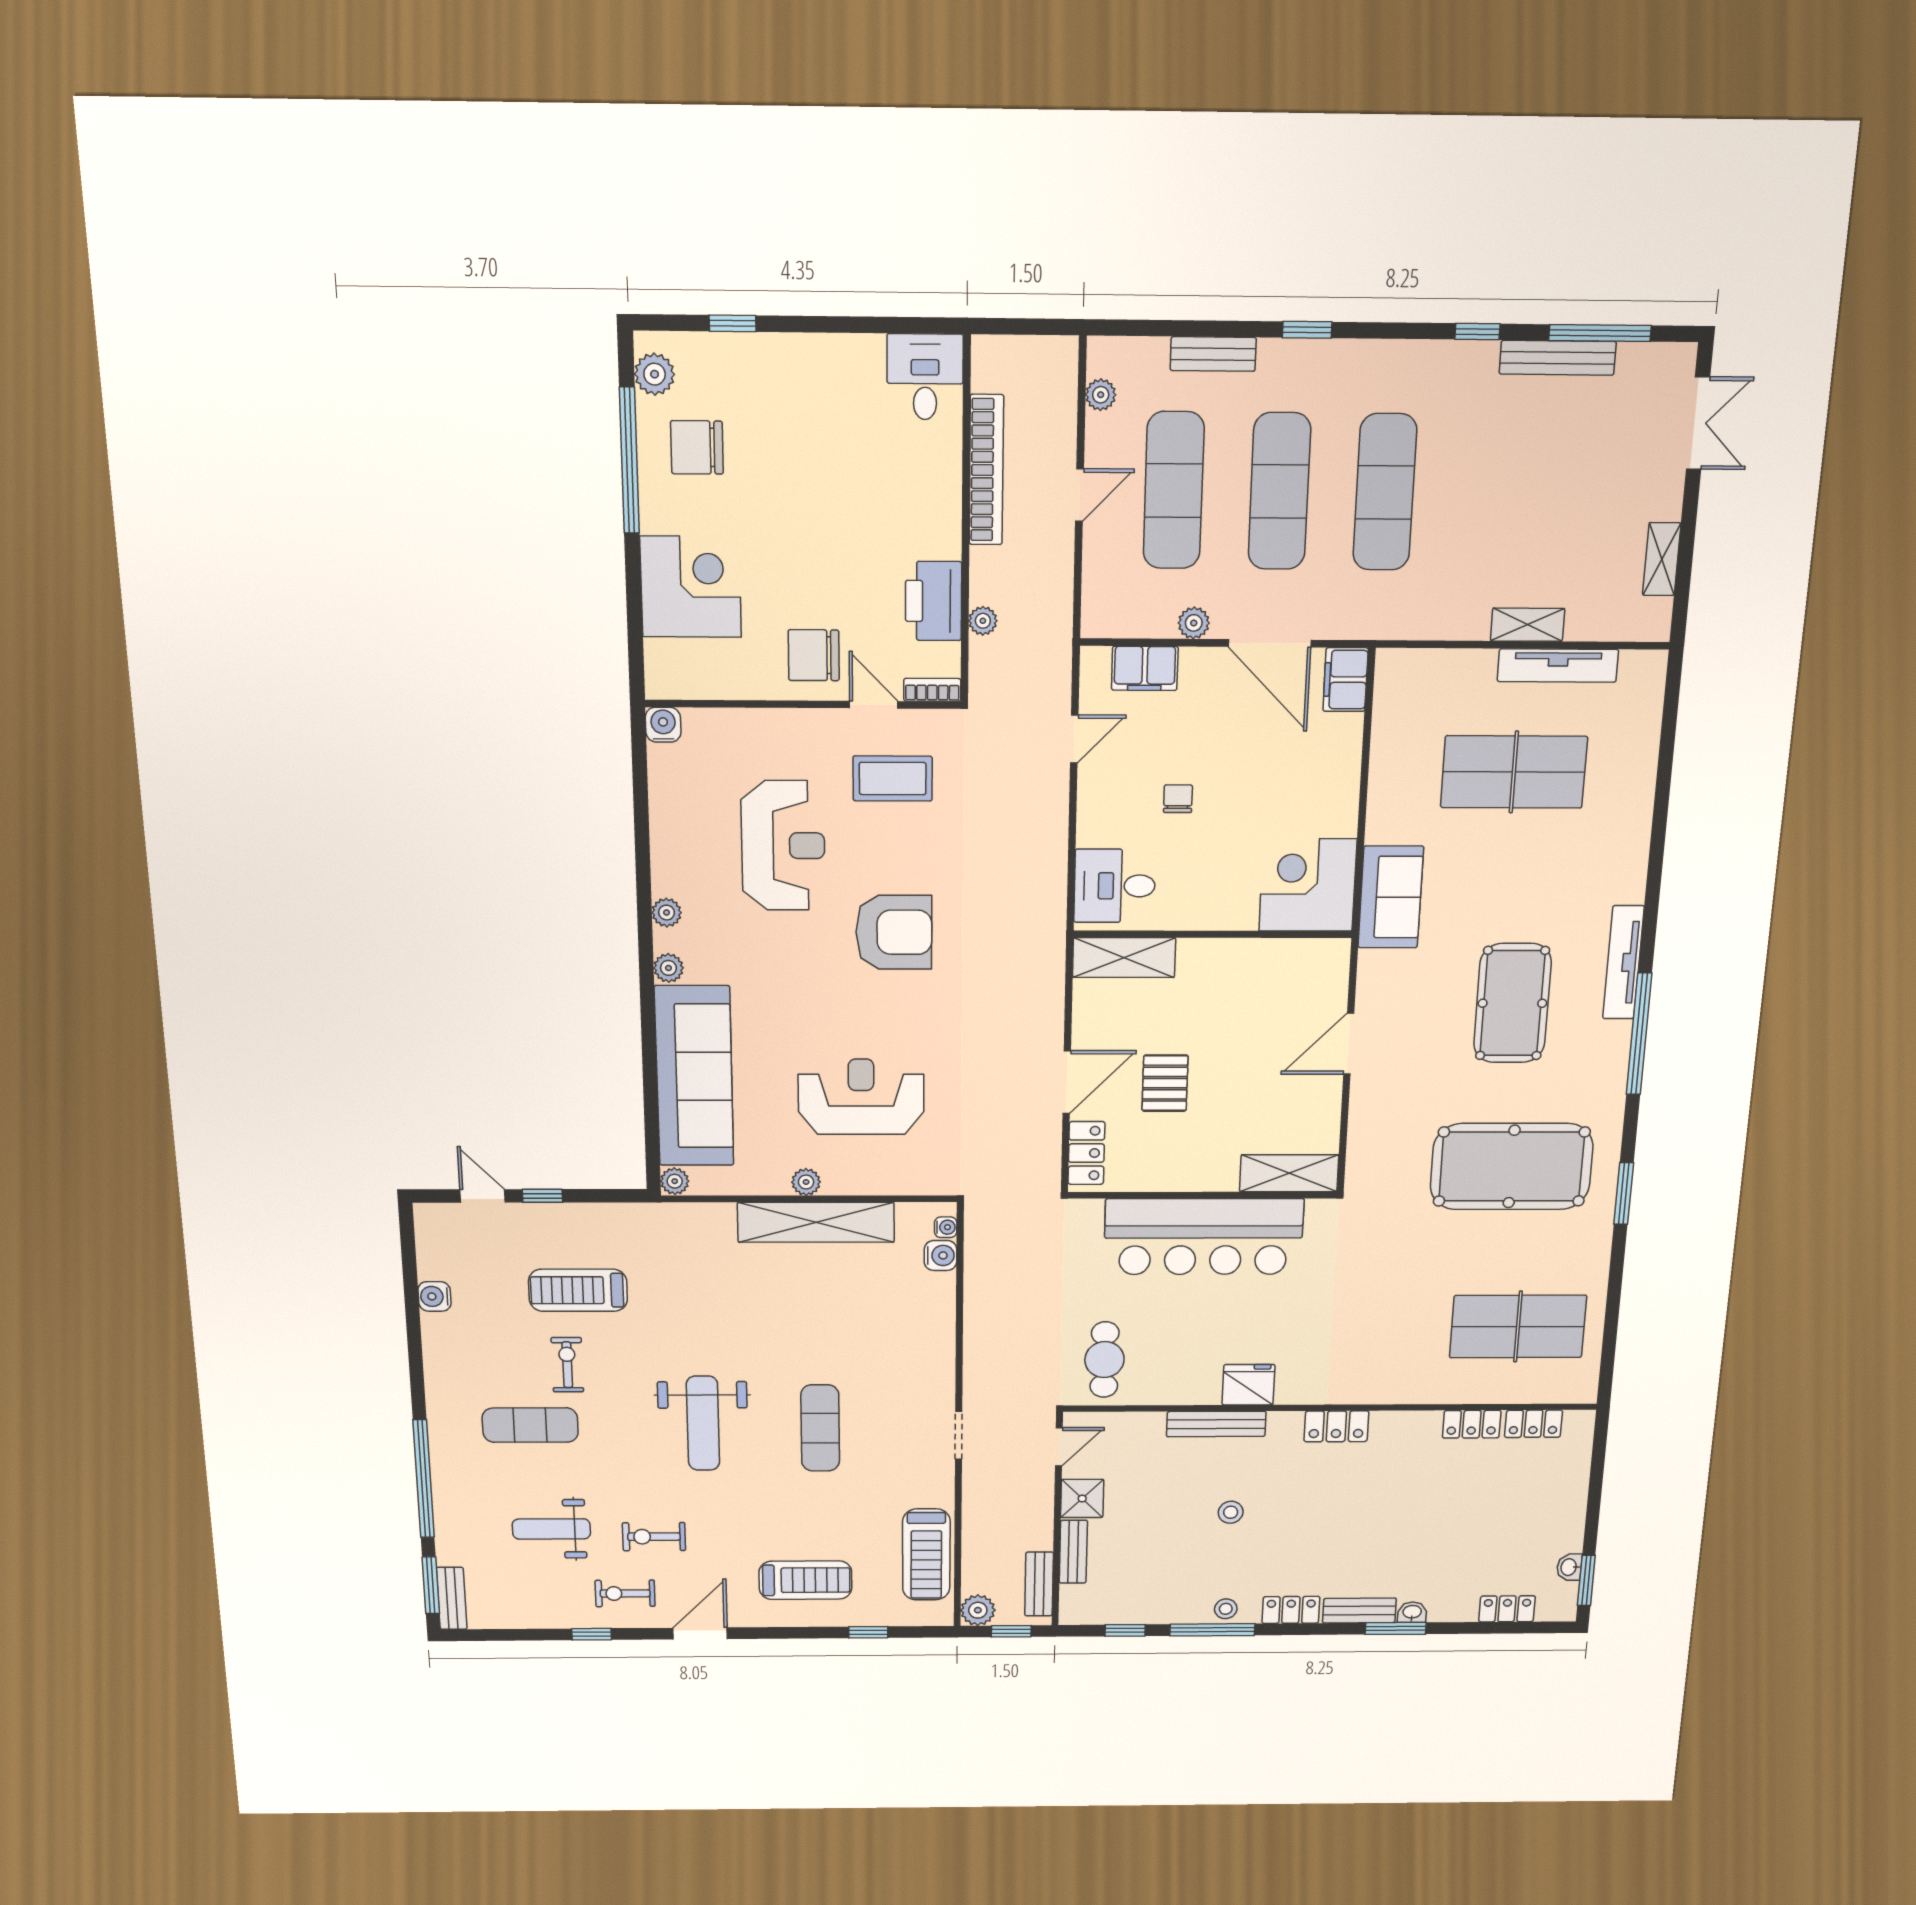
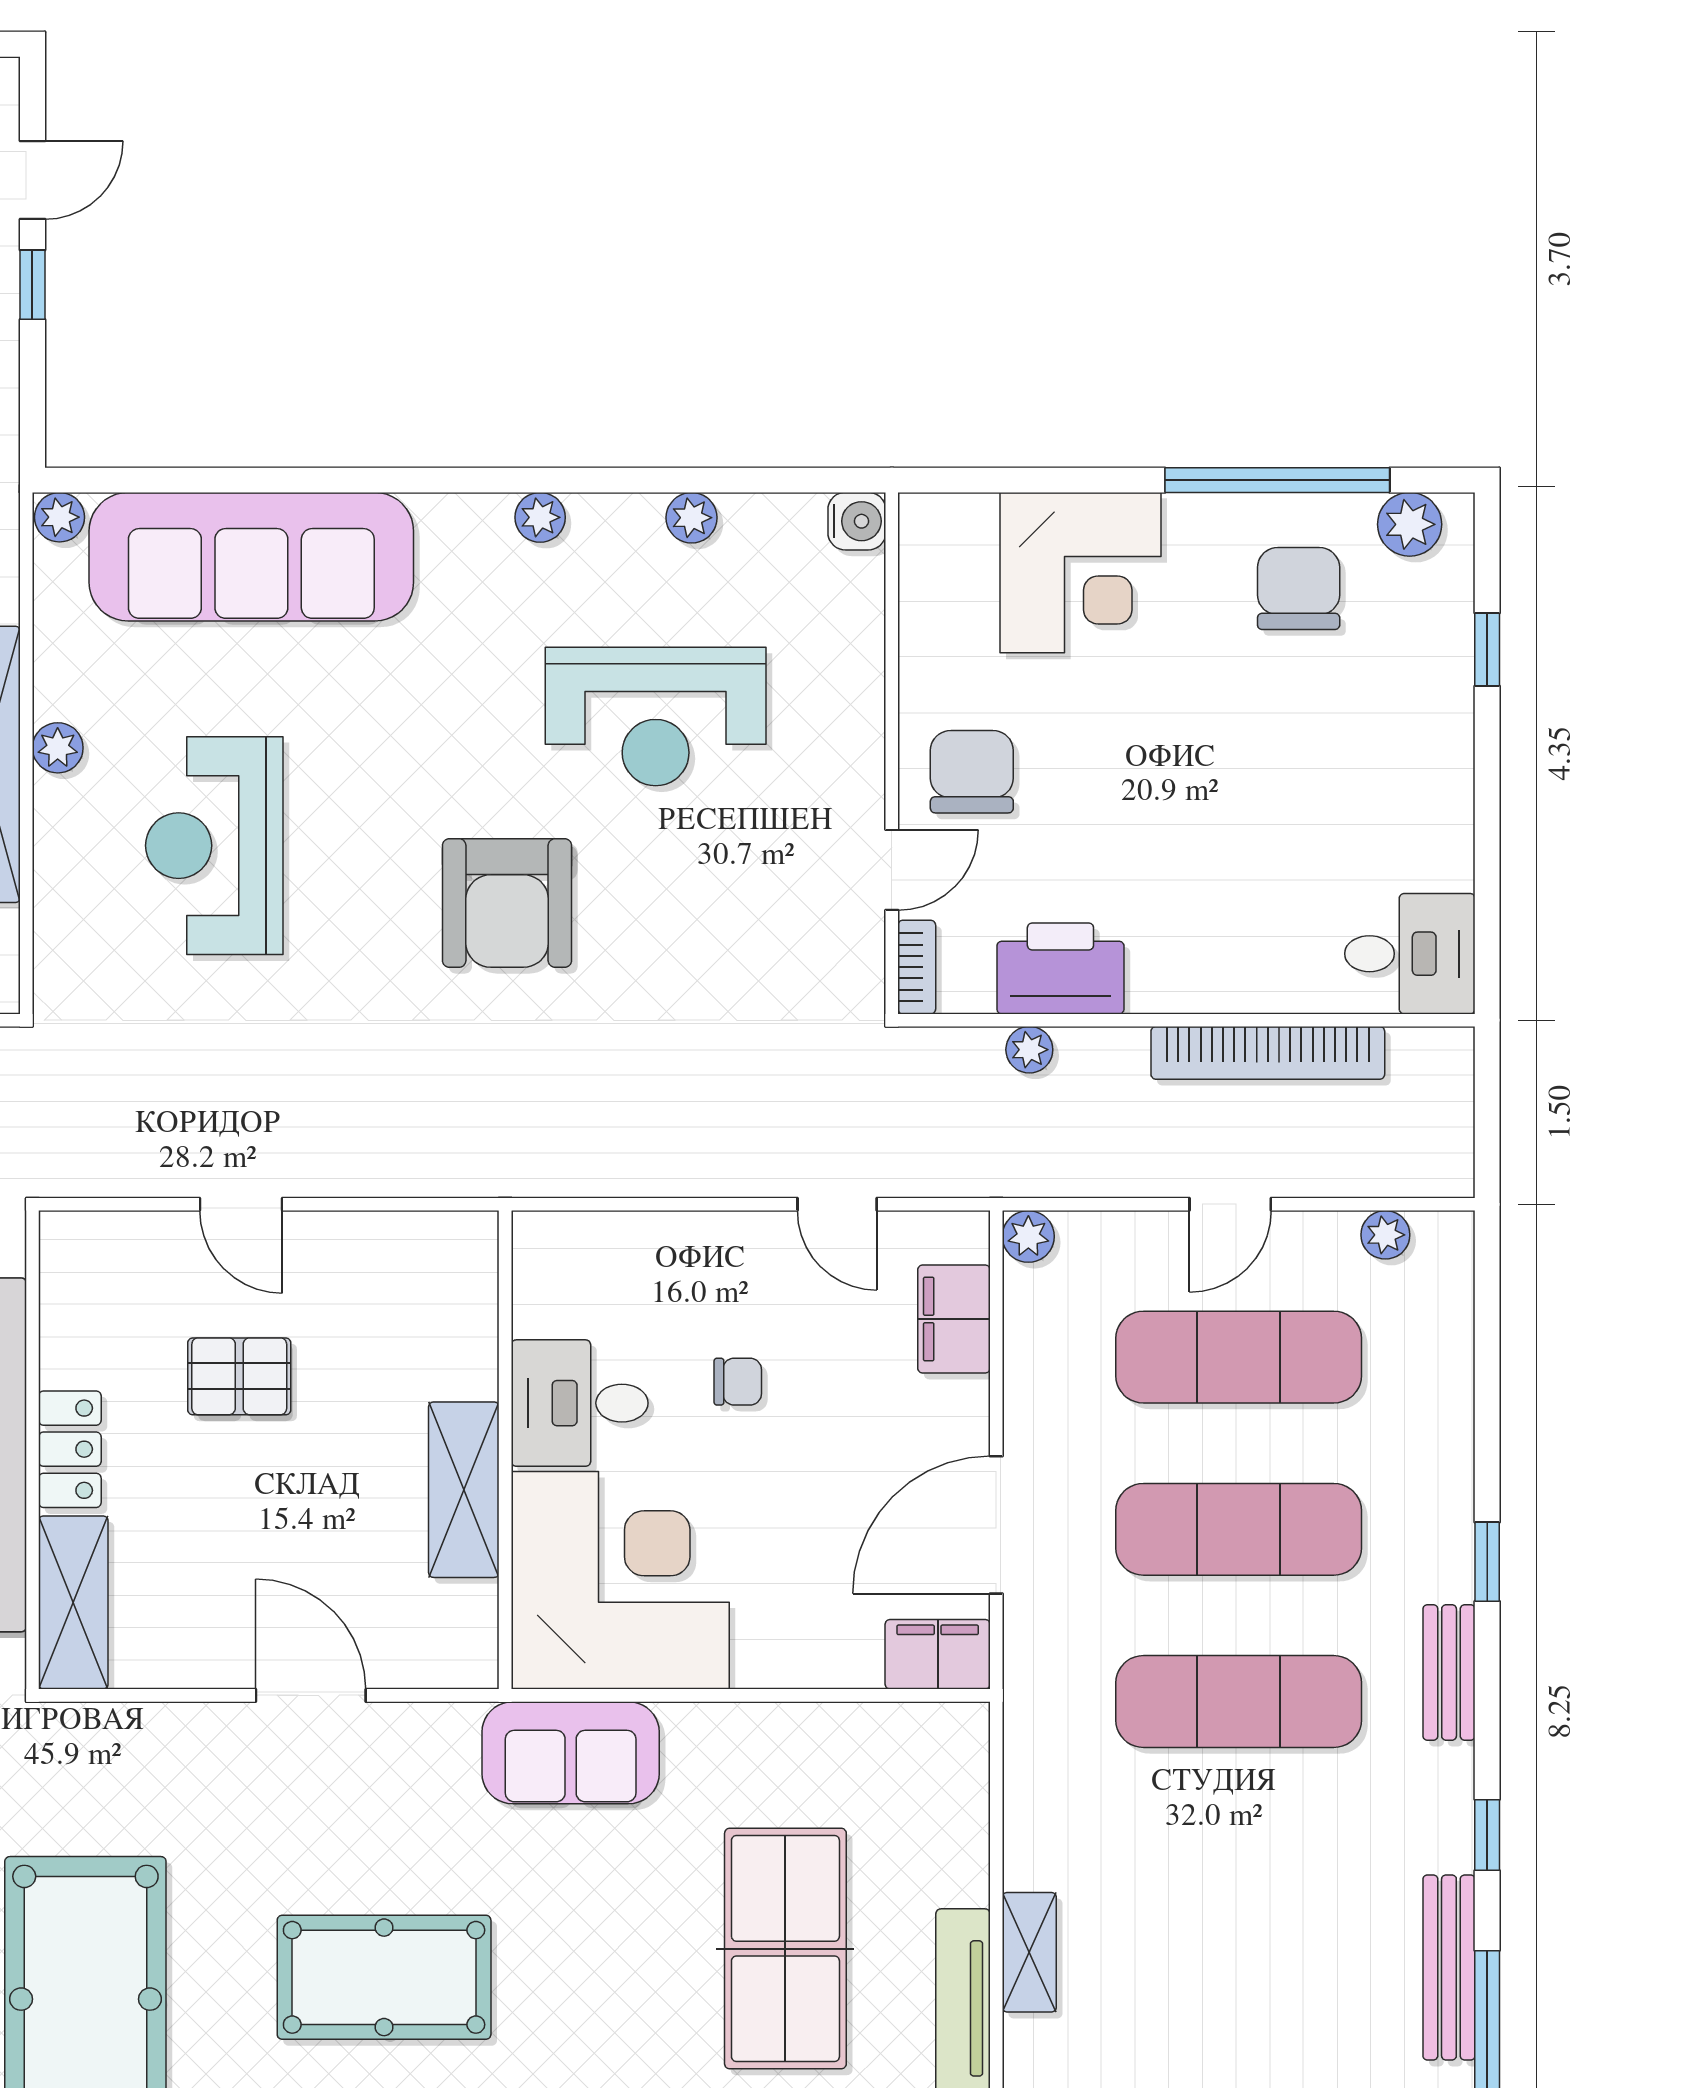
bench: (1213, 354) -> (1449, 1672), moved
door: (1079, 495) -> (1230, 1204), hinge flipped
plant: (1194, 623) -> (1028, 1236), moved
coffee table: (893, 778) -> (770, 901), removed
corner desk: (1308, 885) -> (620, 1580), width x1.36, depth x1.36
desk: (1115, 886) -> (580, 1403), moved, turned -90
shelving: (1124, 957) -> (464, 1490), moved
plant: (668, 968) -> (692, 518), moved
door: (1067, 1082) -> (241, 1204), width x0.73
reception desk: (861, 1097) -> (214, 846), turned 180
locker: (1086, 1153) -> (70, 1449), moved, turned -90

